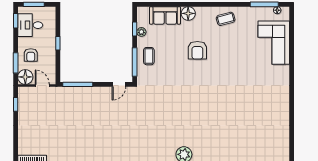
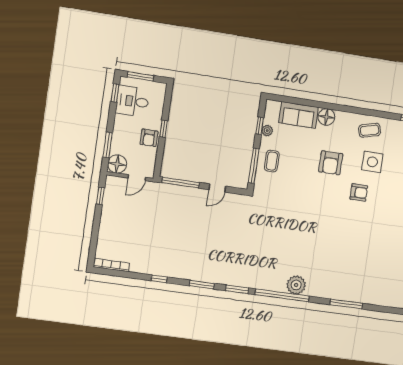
side table: (232, 44) -> (372, 162), added
armchair: (31, 55) -> (149, 138), moved
armchair: (224, 71) -> (359, 192), added
door: (119, 84) -> (217, 188), moved
door: (42, 86) -> (137, 178), swing flipped

